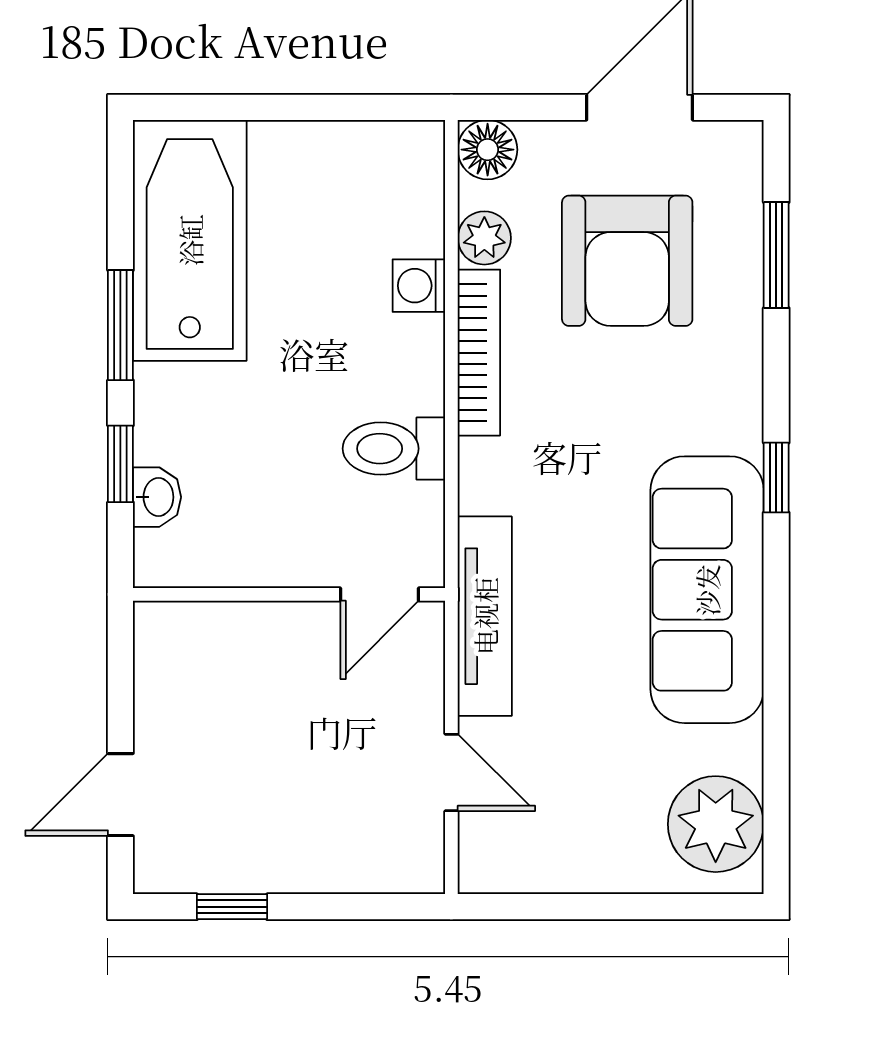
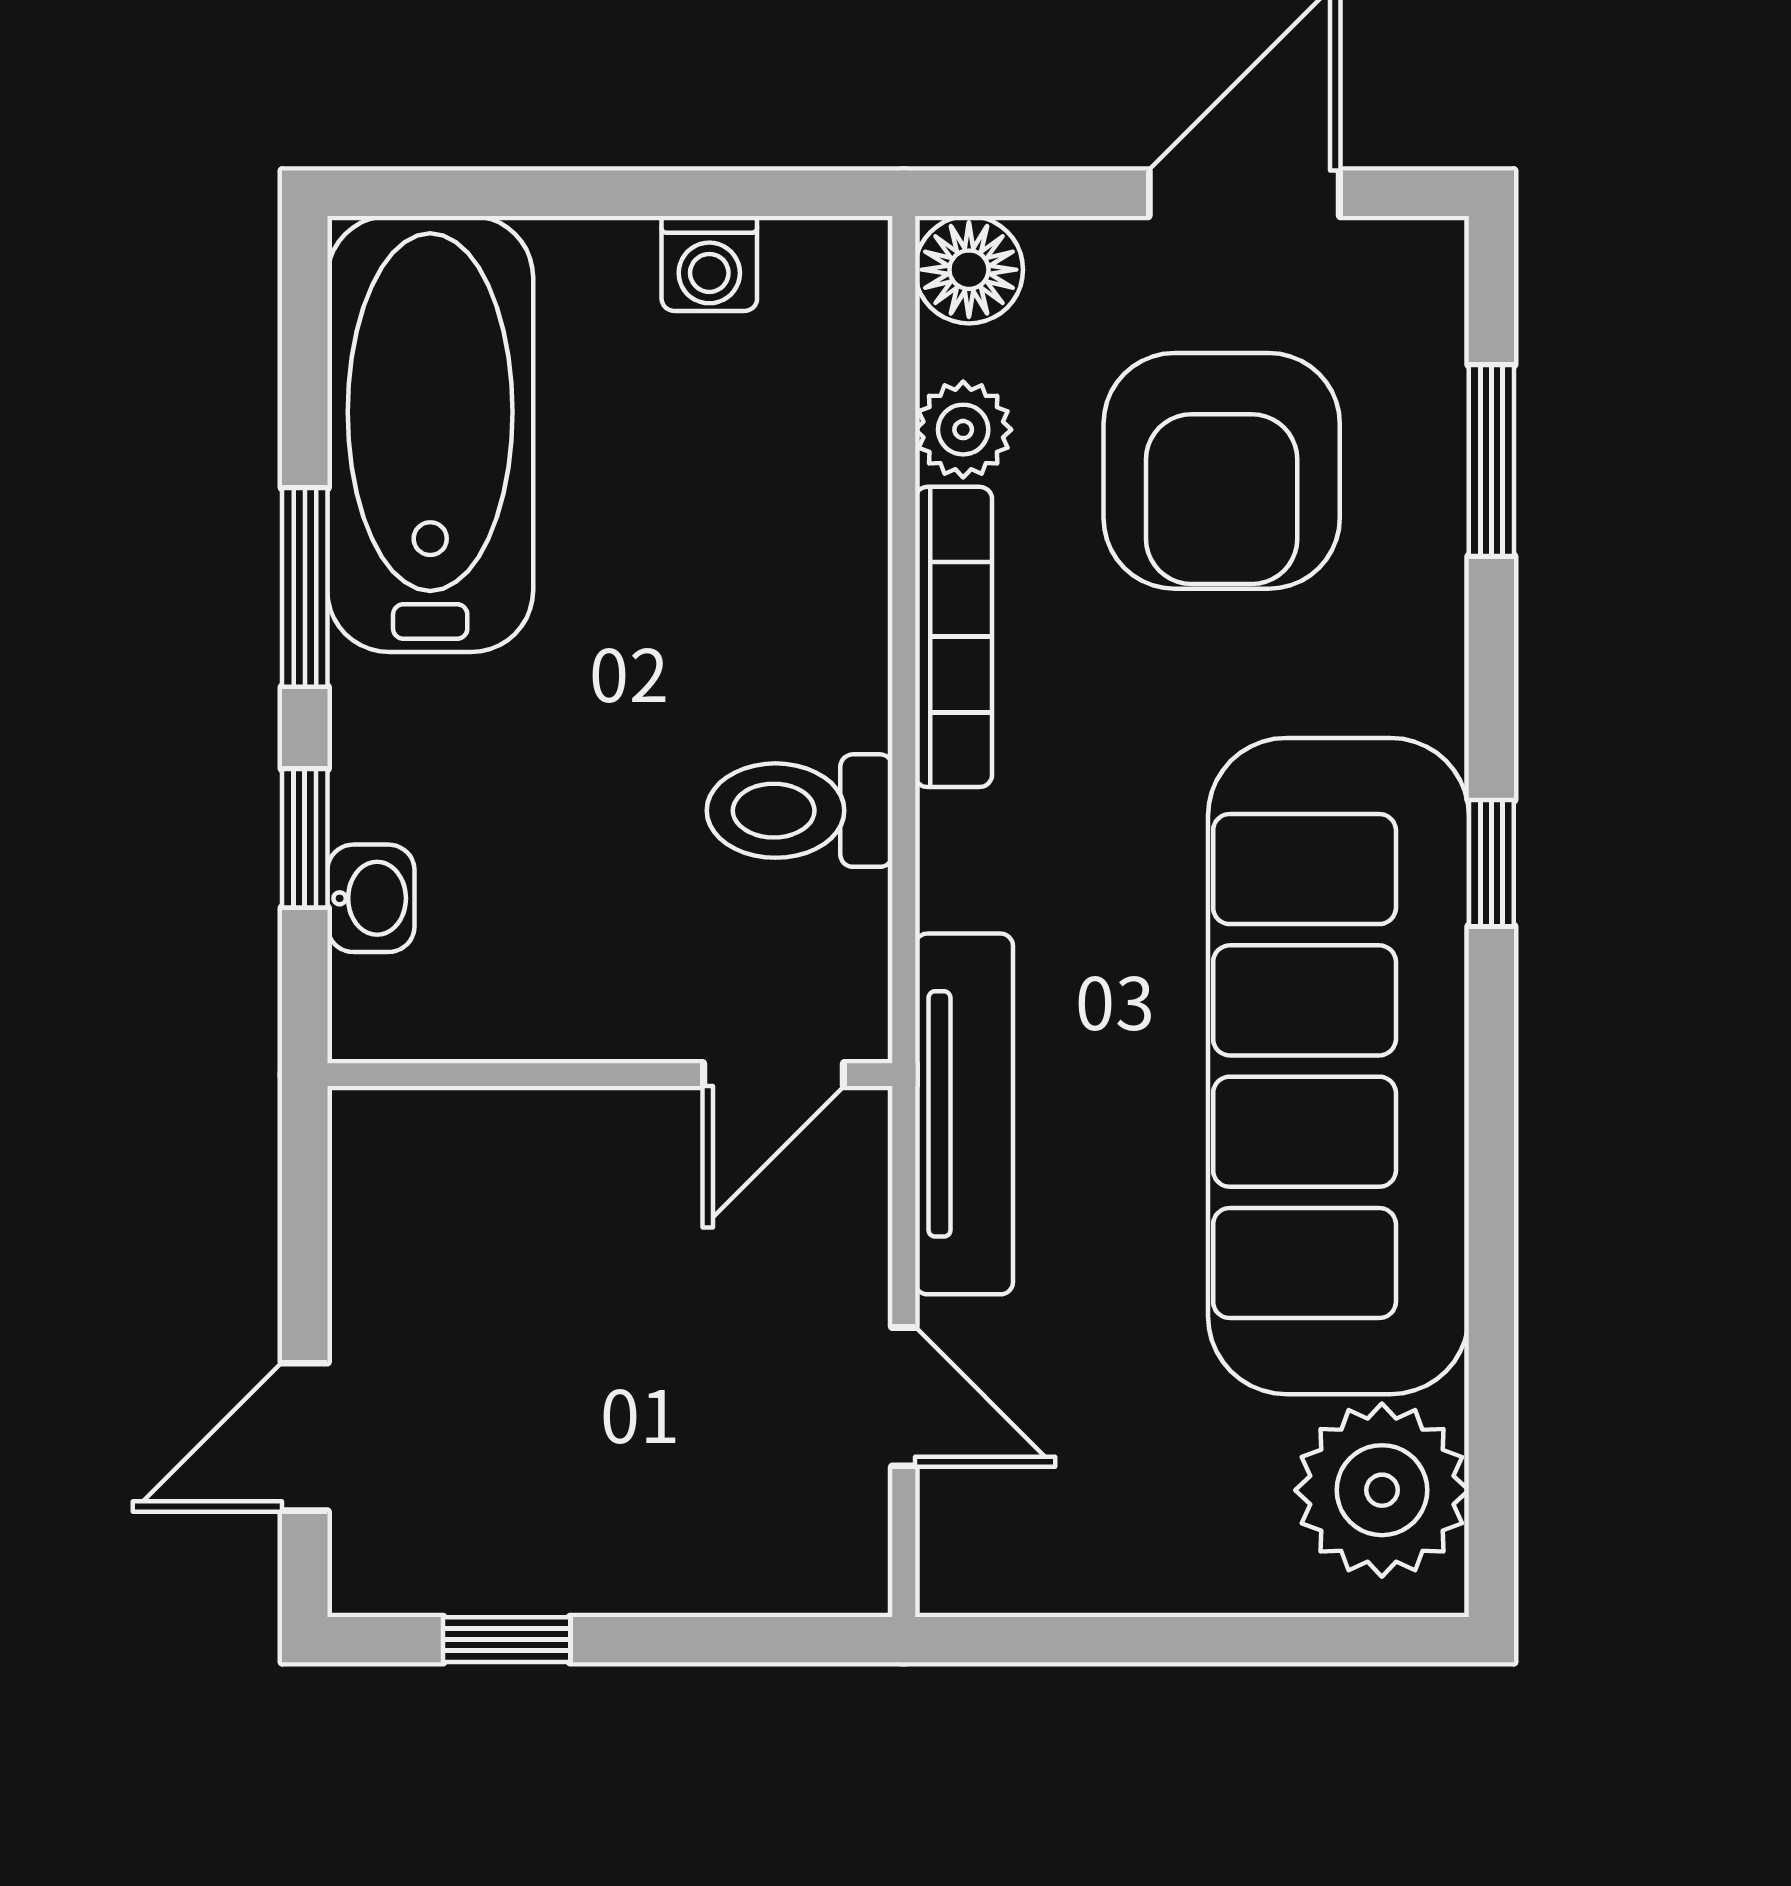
washing machine: (419, 286) -> (709, 263), moved, turned -90
sofa: (707, 590) -> (1338, 1066), width x1.36, depth x1.27

